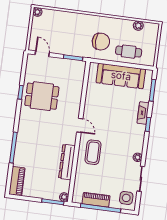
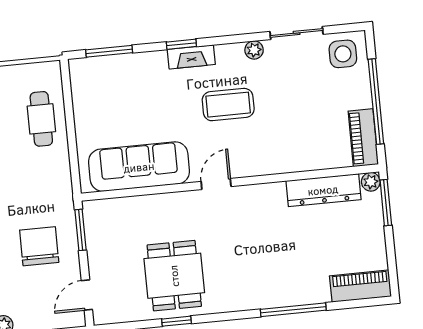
chair: (101, 42) -> (39, 246), moved
sofa: (121, 76) -> (139, 167), moved, turned -90
fireplace: (143, 113) -> (191, 57), moved
coffee table: (93, 152) -> (228, 105), moved
dresser: (67, 162) -> (323, 190), moved
piano: (96, 200) -> (363, 138), moved

